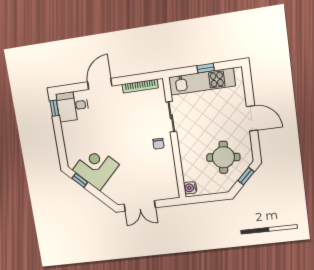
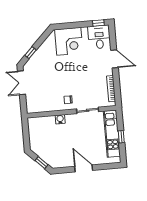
door: (252, 118) -> (84, 168), swing flipped
round table: (223, 157) -> (56, 147), removed
corner desk: (96, 167) -> (69, 41), moved, turned 45
window: (80, 180) -> (31, 53), moved
water cooler: (190, 188) -> (60, 119), moved

